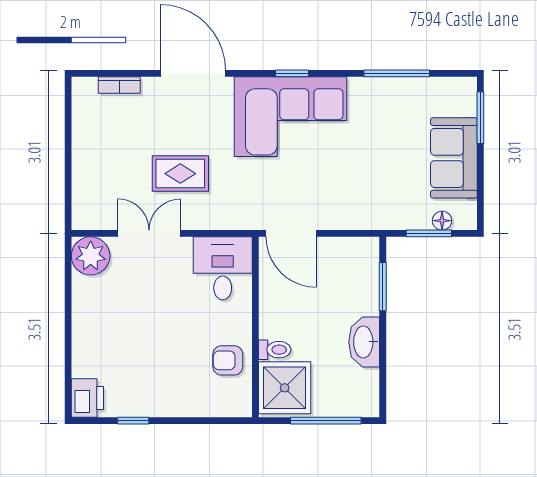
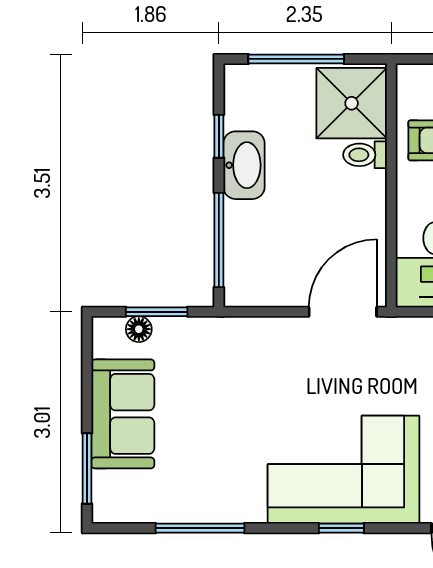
door: (291, 233) -> (343, 312), hinge flipped
window: (383, 287) -> (219, 240), width x1.44
window: (383, 363) -> (219, 136), added

